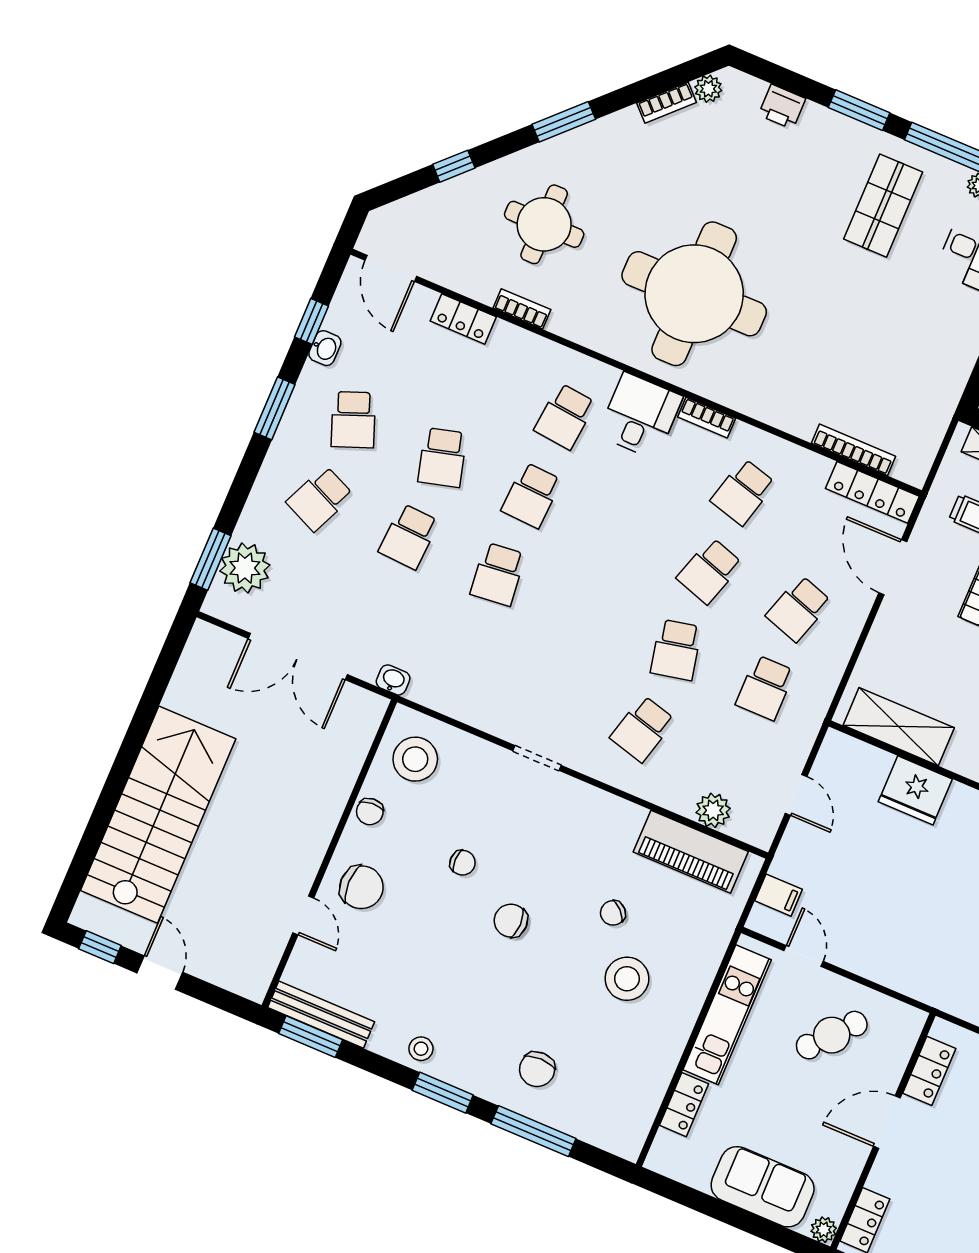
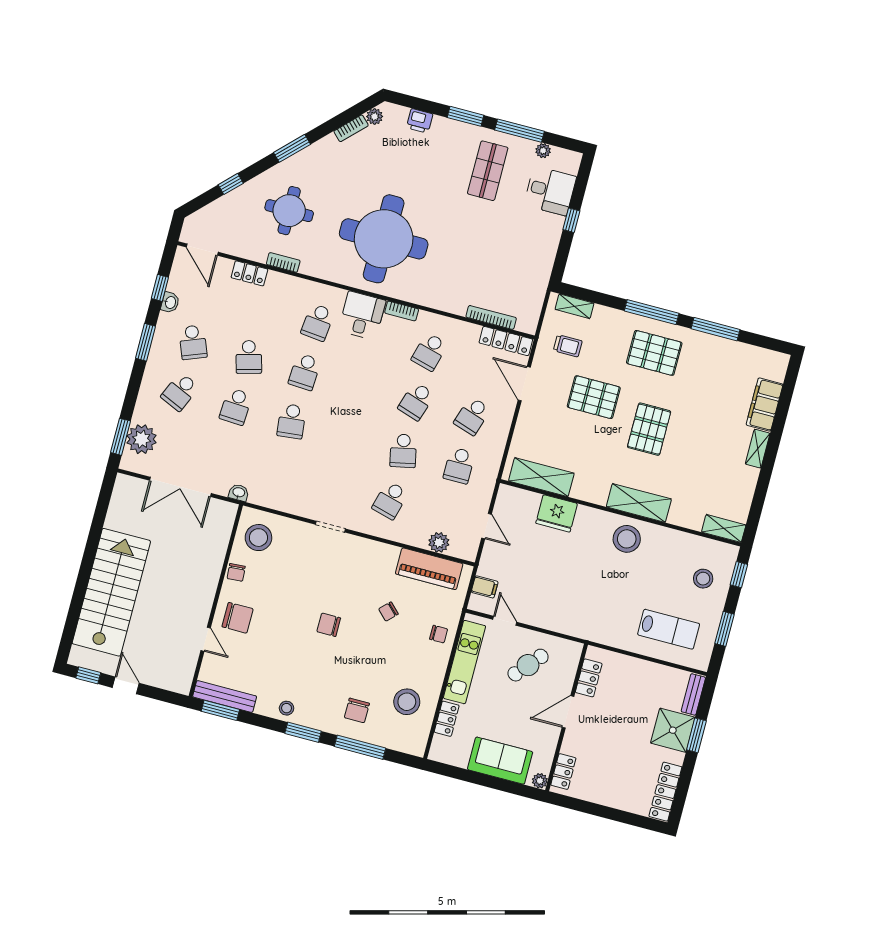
chair: (463, 863) -> (439, 634), moved
stool: (627, 979) -> (407, 702), moved

